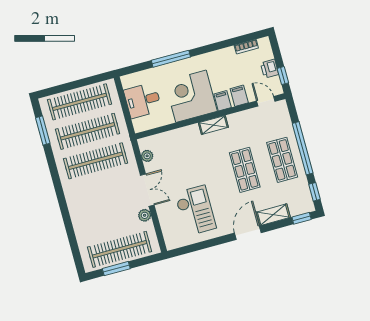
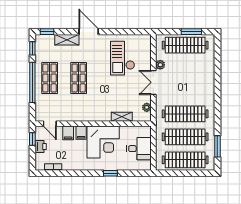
window: (171, 59) -> (110, 173), width x0.46
shelving: (213, 125) -> (122, 117), moved
door: (248, 233) -> (89, 32), swing flipped

